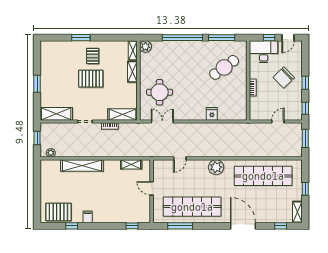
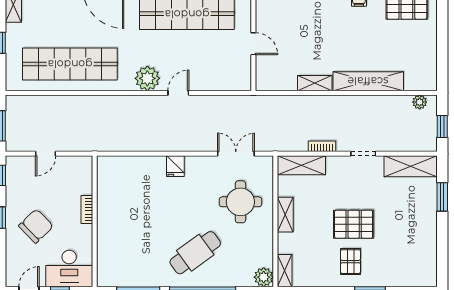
cafe table: (224, 67) -> (195, 253), moved
shelving: (132, 72) -> (285, 215), moved
window: (37, 84) -> (442, 197), moved
fridge: (212, 114) -> (175, 166), moved
double door: (162, 121) -> (236, 154), swing flipped
door: (180, 158) -> (178, 93), moved
shelving: (131, 164) -> (315, 83), moved

